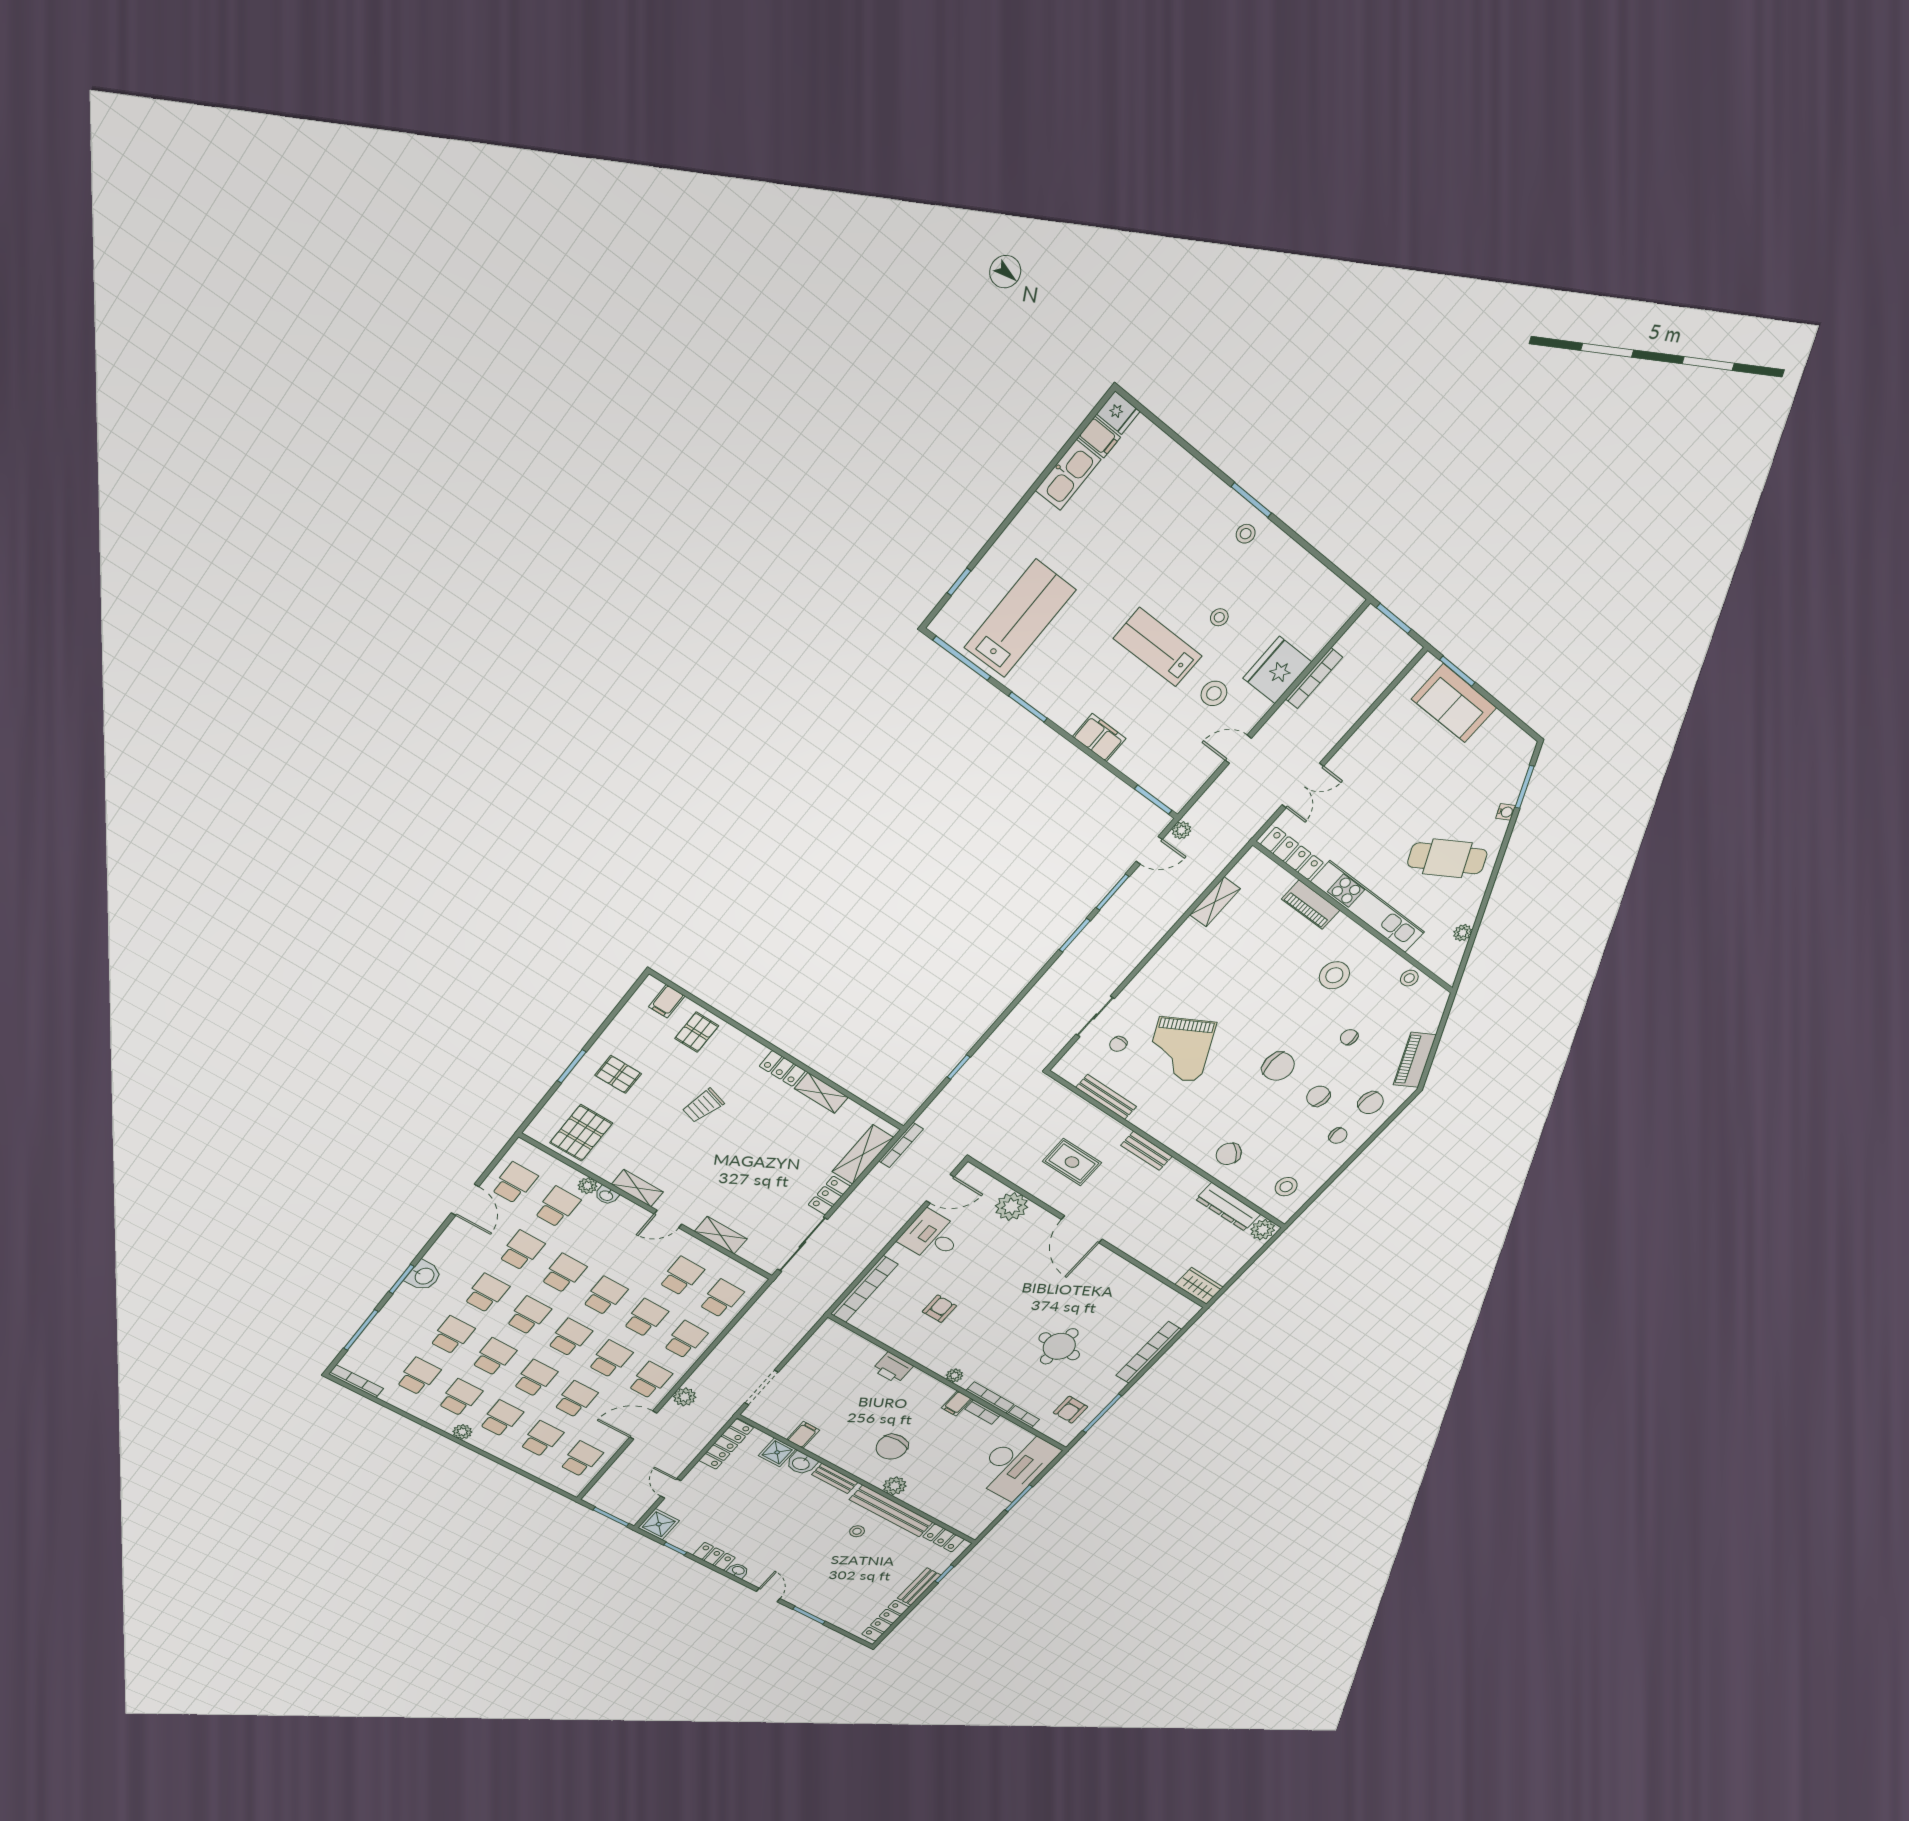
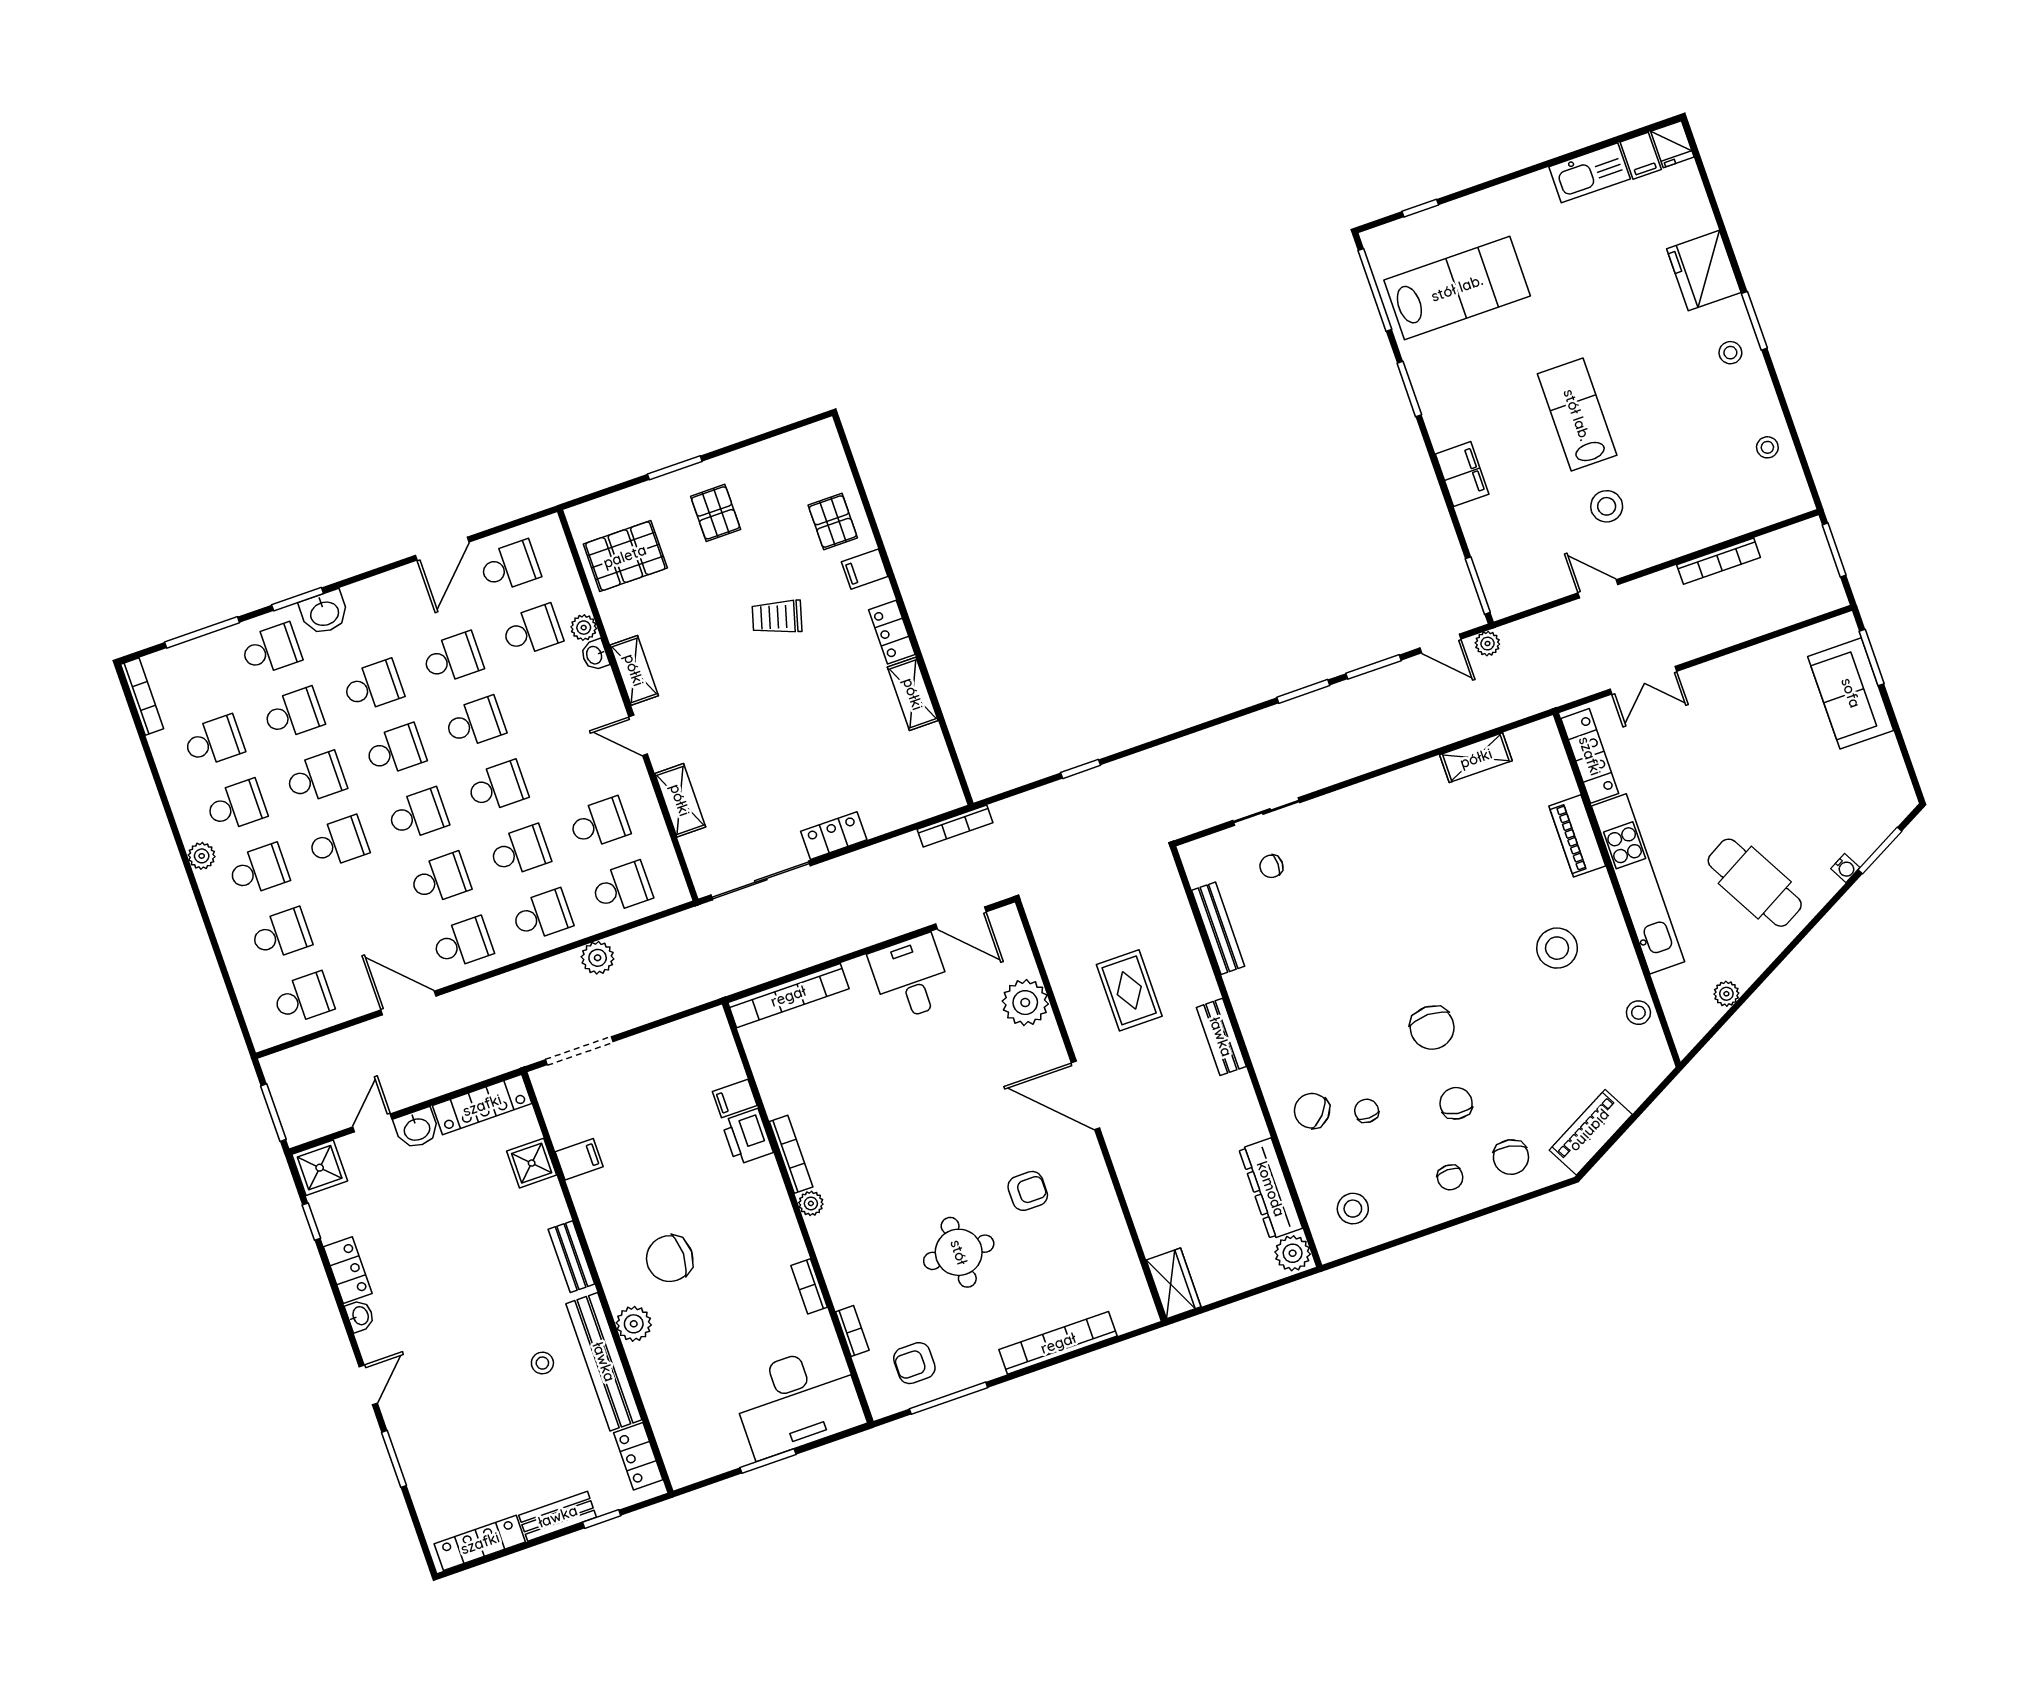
stool: (1219, 617) -> (1767, 447), moved
fridge: (1277, 670) -> (1704, 271), moved, turned -90
filing cabinet: (667, 1001) -> (865, 569), moved
pallet: (697, 1032) -> (833, 522), turned 90
chair: (1349, 1037) -> (1367, 1111), moved
grand piano: (1180, 1049) -> (1335, 923), removed
shelving: (863, 1154) -> (906, 808), removed
door: (1082, 1229) -> (1085, 1095), hinge flipped
armchair: (939, 1309) -> (1028, 1191), moved
plant: (685, 1397) -> (598, 958), moved
bookcase: (990, 1398) -> (791, 1154), moved
school desk: (576, 1399) -> (271, 649), moved
filing cabinet: (957, 1403) -> (735, 1098), moved
washbasin: (801, 1463) -> (417, 1129), moved, turned -90

